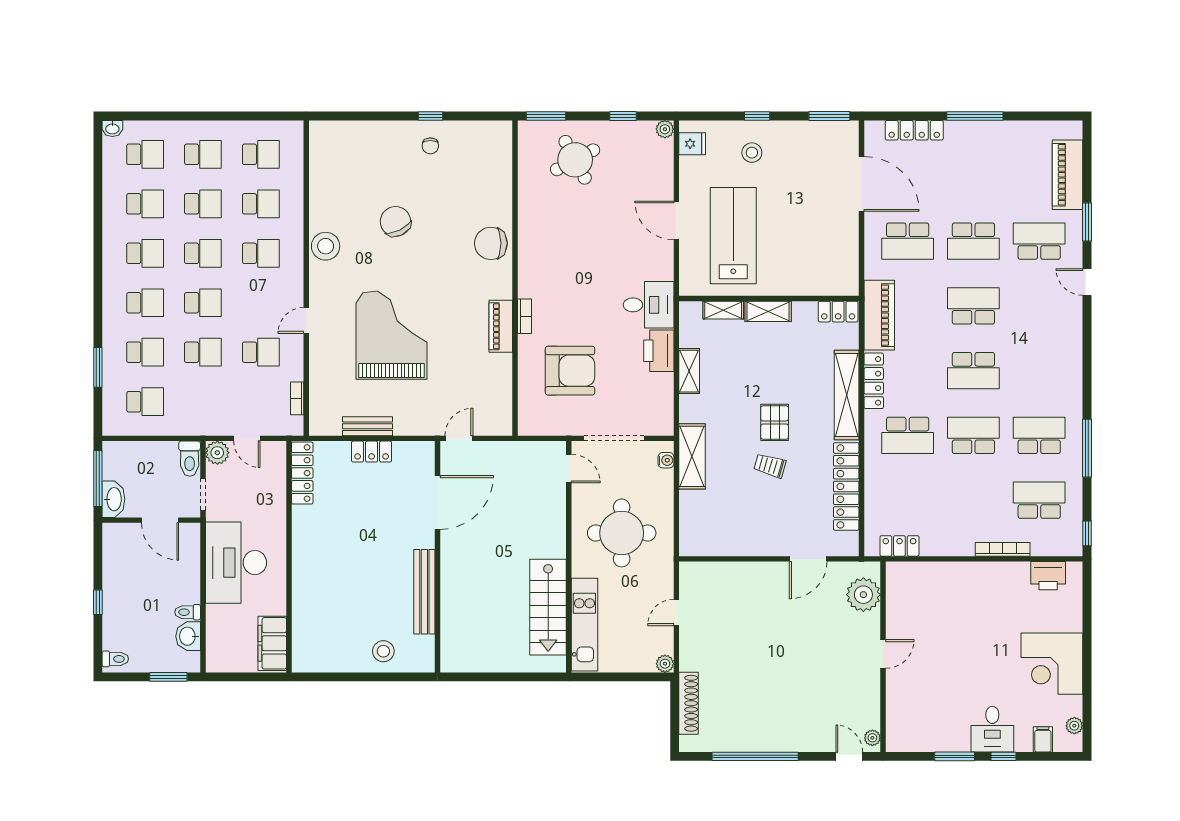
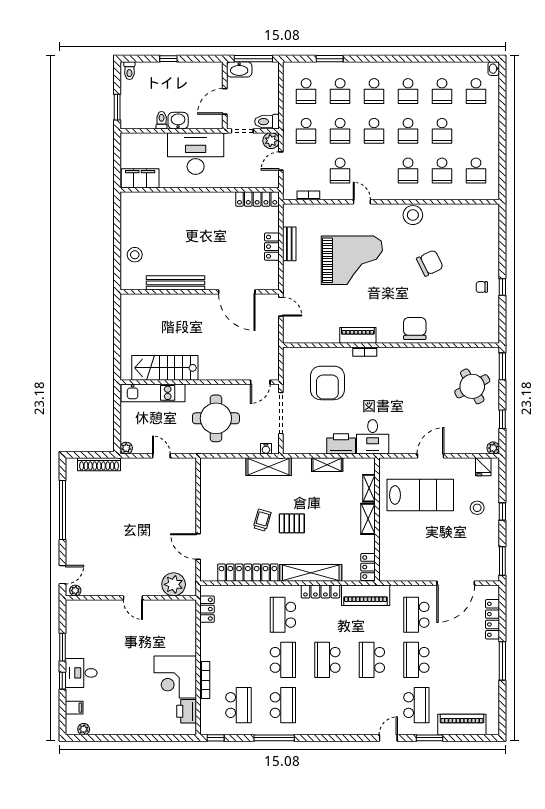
school desk: (203, 154) -> (306, 131), moved
school desk: (973, 306) -> (372, 660), turned 180
washbasin: (188, 636) -> (178, 121), moved
corner desk: (1052, 664) -> (175, 677), moved, turned -90

